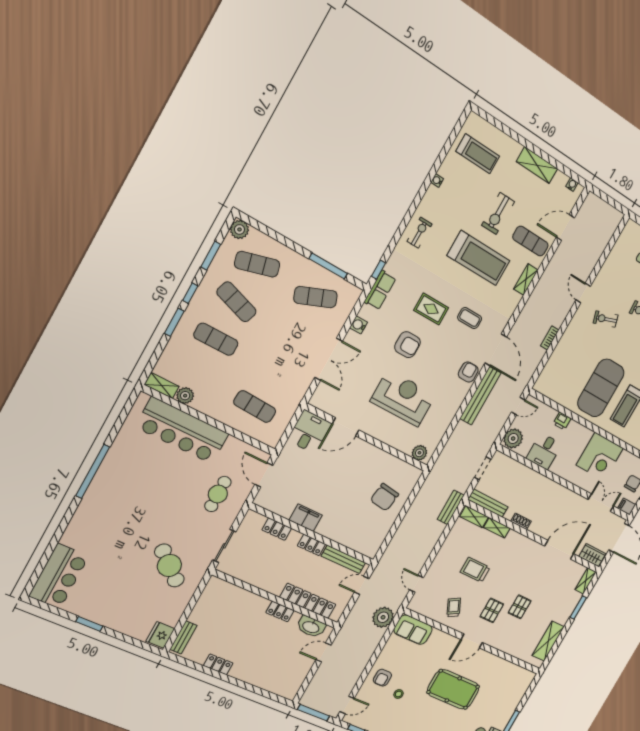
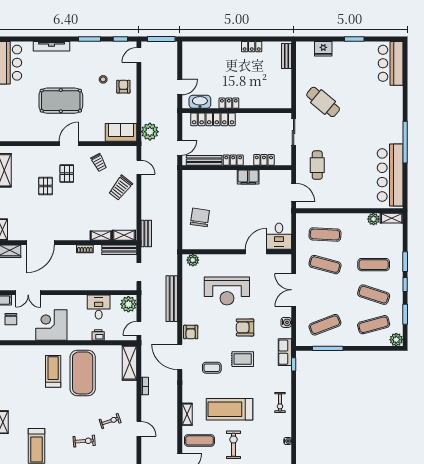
exercise mat: (275, 370) -> (325, 265), added
shelving: (550, 373) -> (129, 363), added
bench: (480, 396) -> (172, 299), moved
bar counter: (182, 431) -> (390, 175), moved, turned -90
trolley: (475, 570) -> (121, 188), moved, turned 128
fridge: (160, 635) -> (323, 49), moved, turned 90

